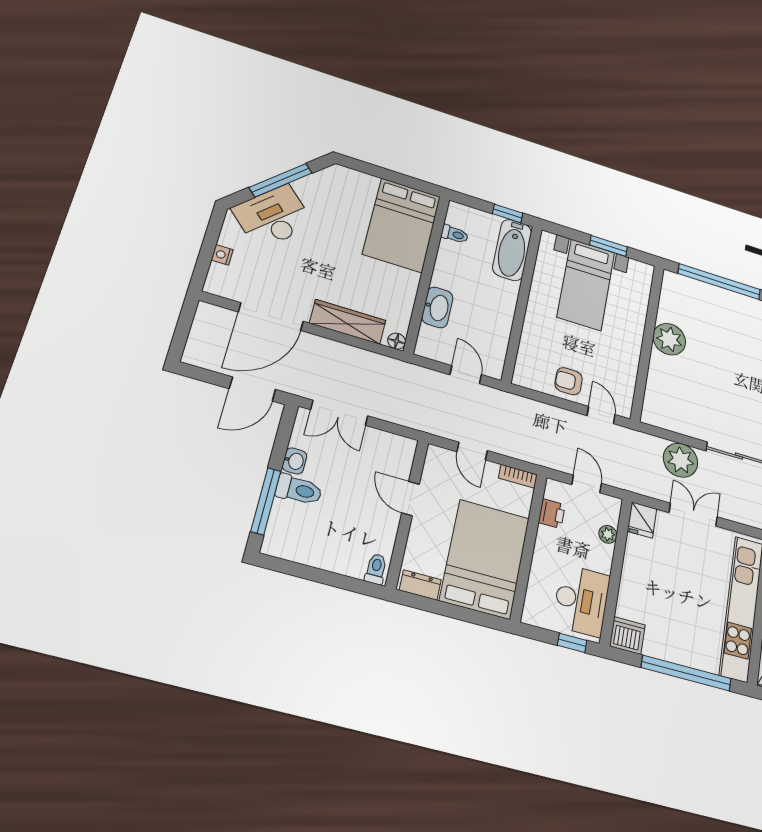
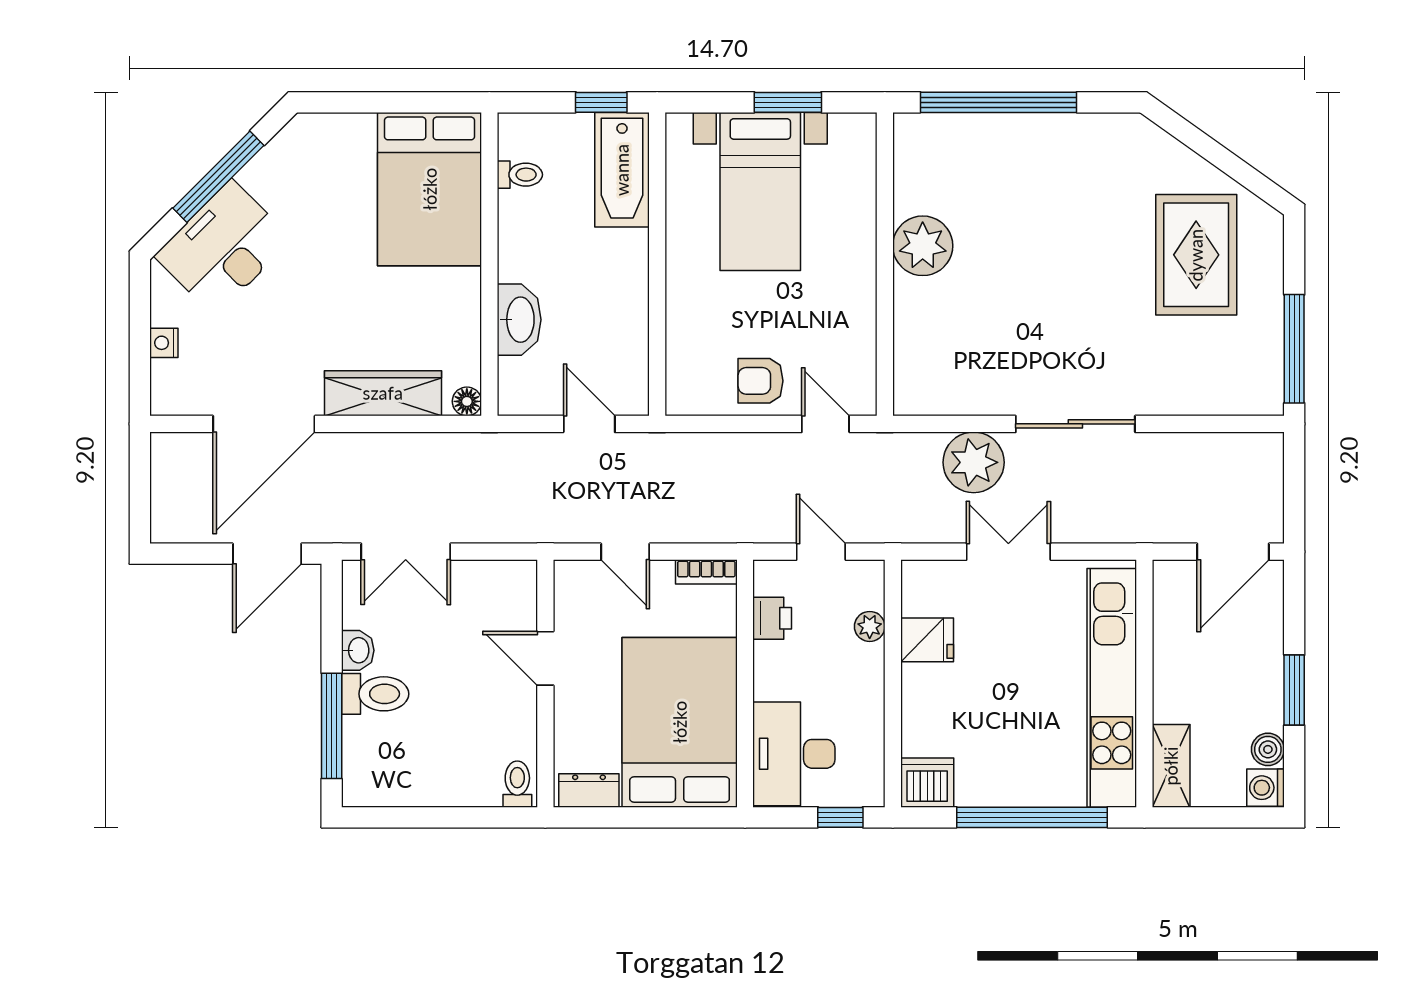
fridge: (642, 520) -> (927, 640), moved, turned -90
desk: (581, 600) -> (794, 754), moved, turned 180

